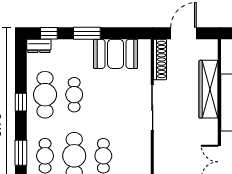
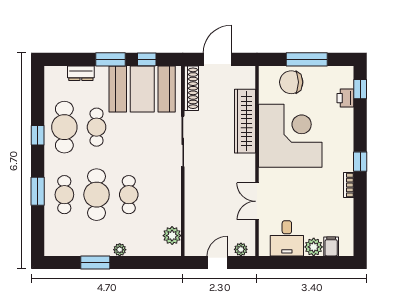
window: (49, 33) -> (147, 59), moved
dresser: (39, 46) -> (81, 73), moved
booth: (116, 54) -> (142, 89), width x1.36, depth x1.42

